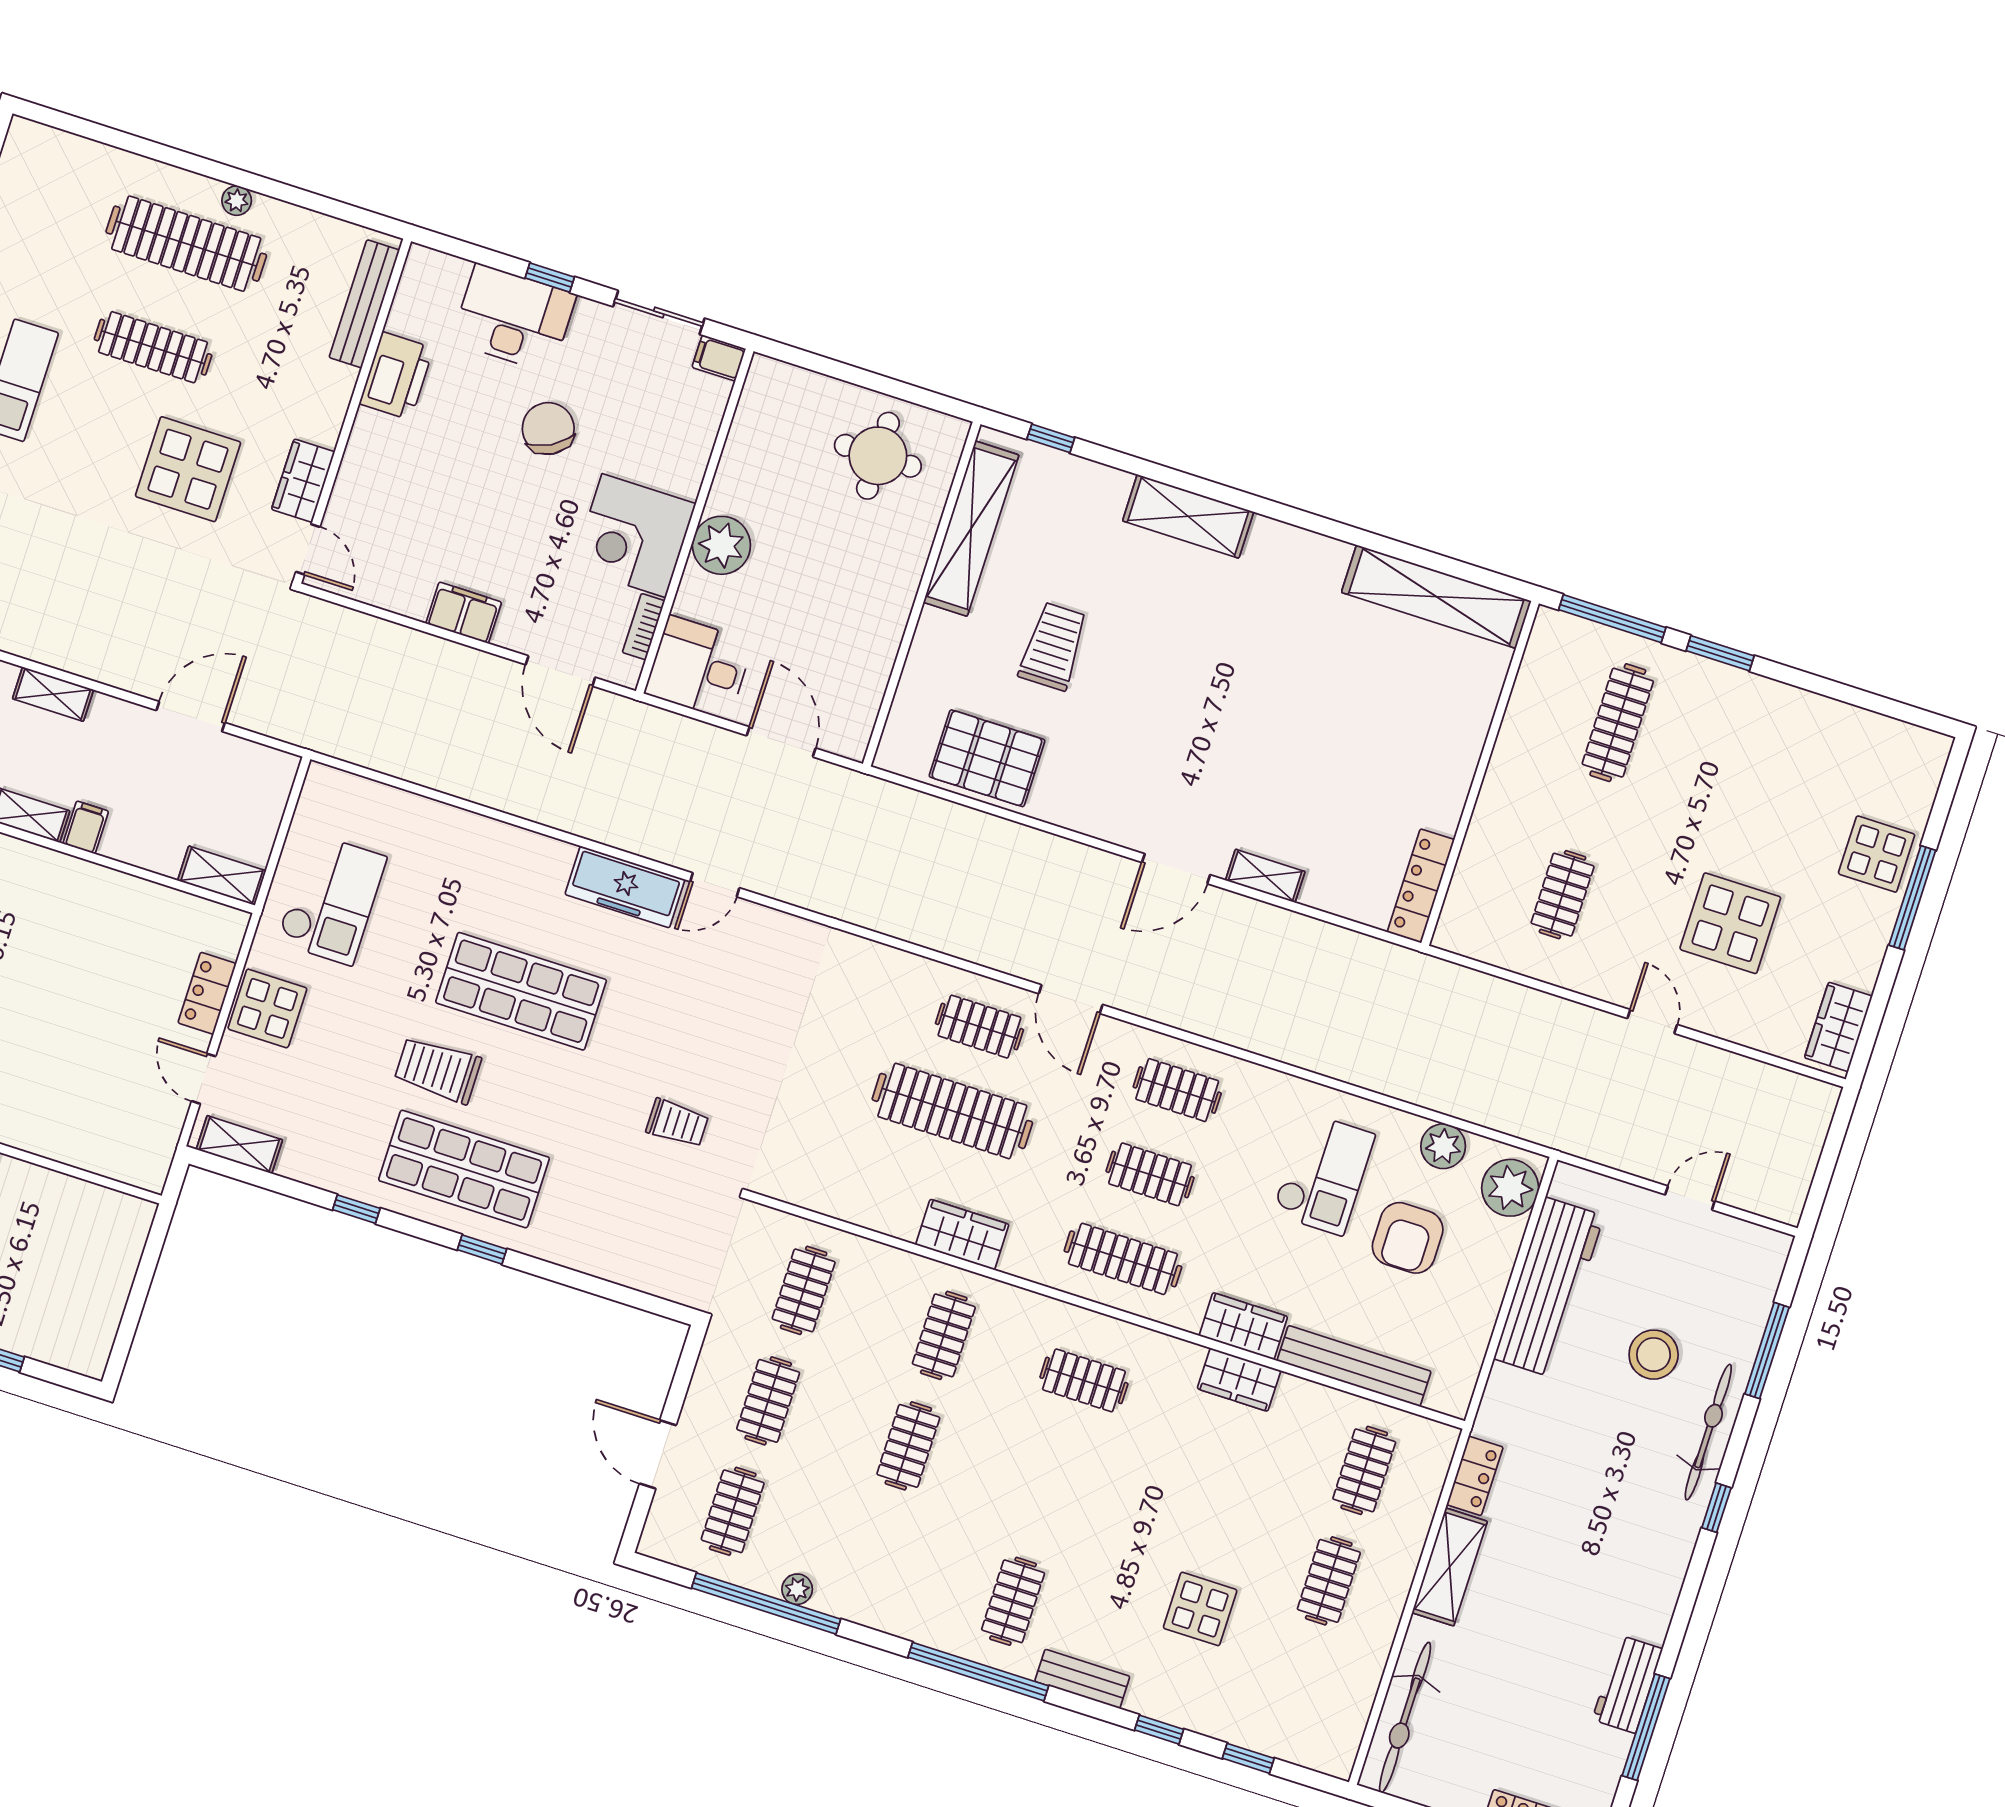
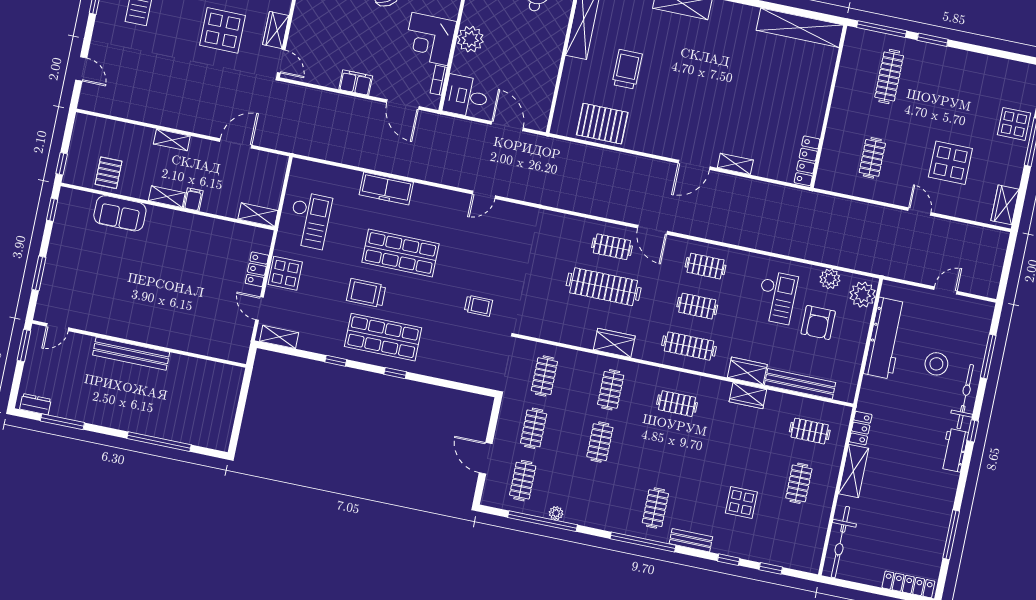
freezer: (625, 887) -> (386, 188), moved
clothes rail: (1364, 1470) -> (810, 431), turned 90
workbench: (1627, 1684) -> (954, 450), moved

